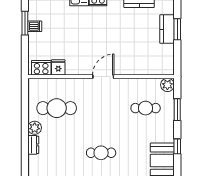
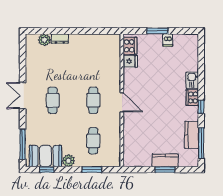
window: (25, 23) -> (157, 31), moved
plant: (167, 85) -> (69, 161), moved
cafe table: (57, 108) -> (93, 100), moved, width x0.73, depth x0.74
plant: (35, 128) -> (44, 40), moved
window: (177, 146) -> (47, 170), moved

